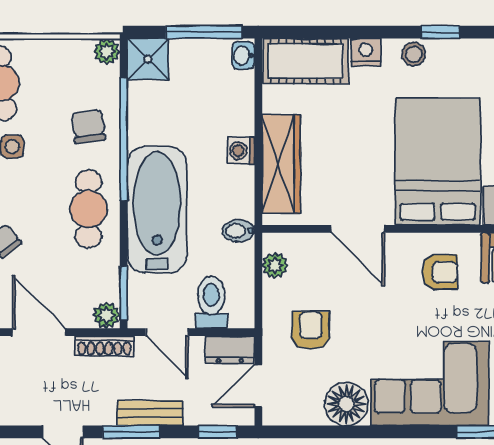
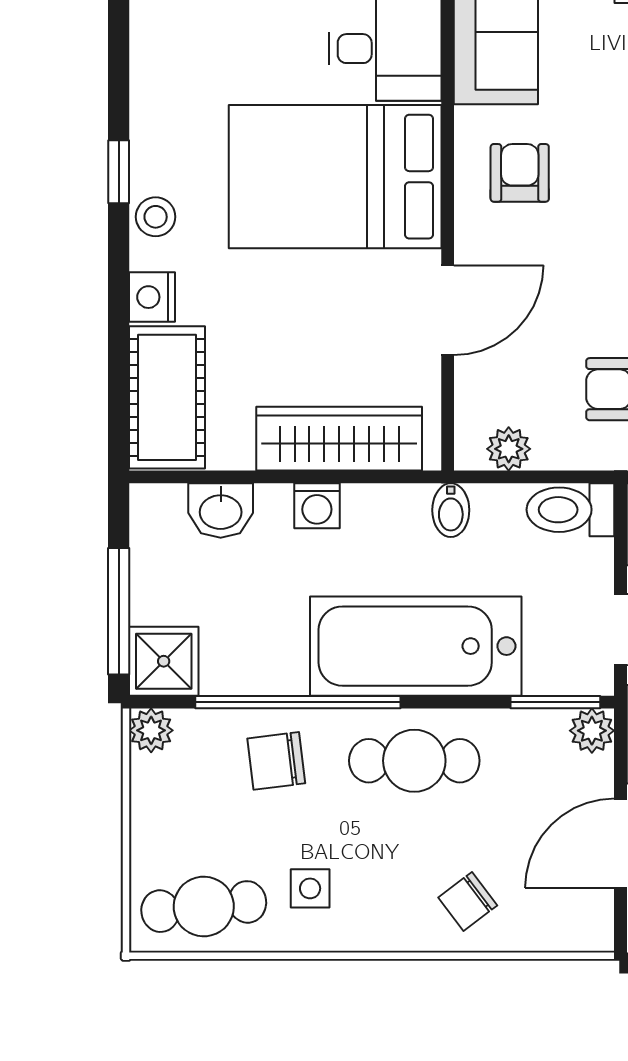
window: (204, 32) -> (119, 611), moved
washbasin: (243, 55) -> (221, 510), moved, width x1.38, depth x1.45
toilet: (211, 302) -> (570, 510), moved

